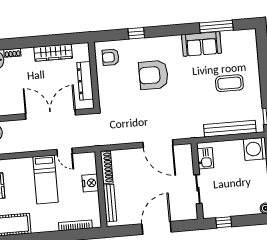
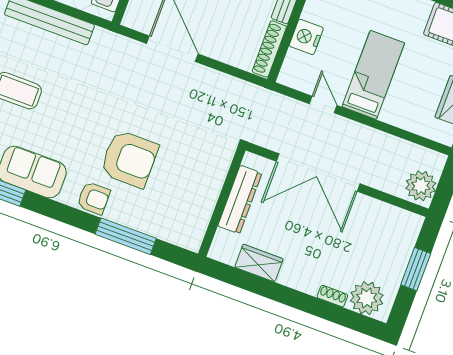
window: (136, 33) -> (126, 236), width x2.17
wardrobe: (53, 53) -> (259, 263), width x0.67
armchair: (111, 57) -> (94, 198), moved

